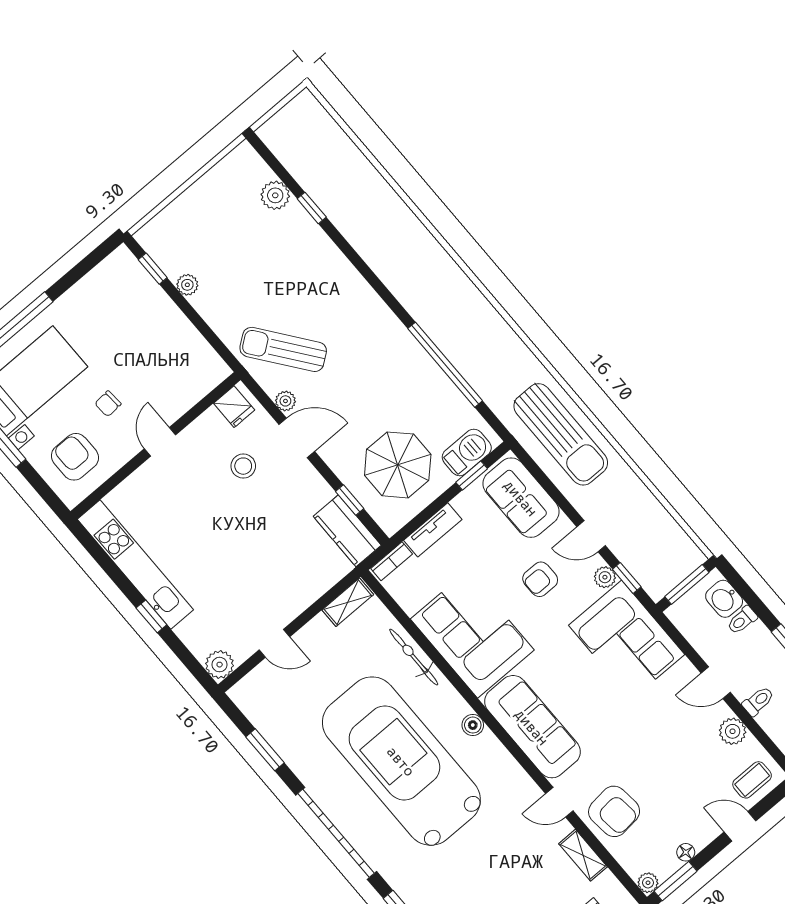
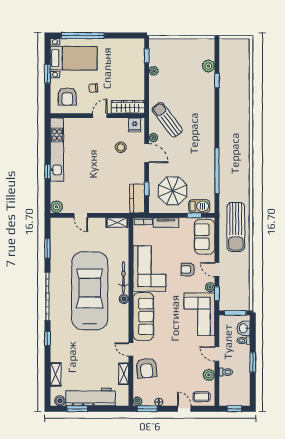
wardrobe: (196, 385) -> (128, 107), added
armchair: (75, 457) -> (67, 96), turned 180
bicycle: (414, 657) -> (123, 277), moved

